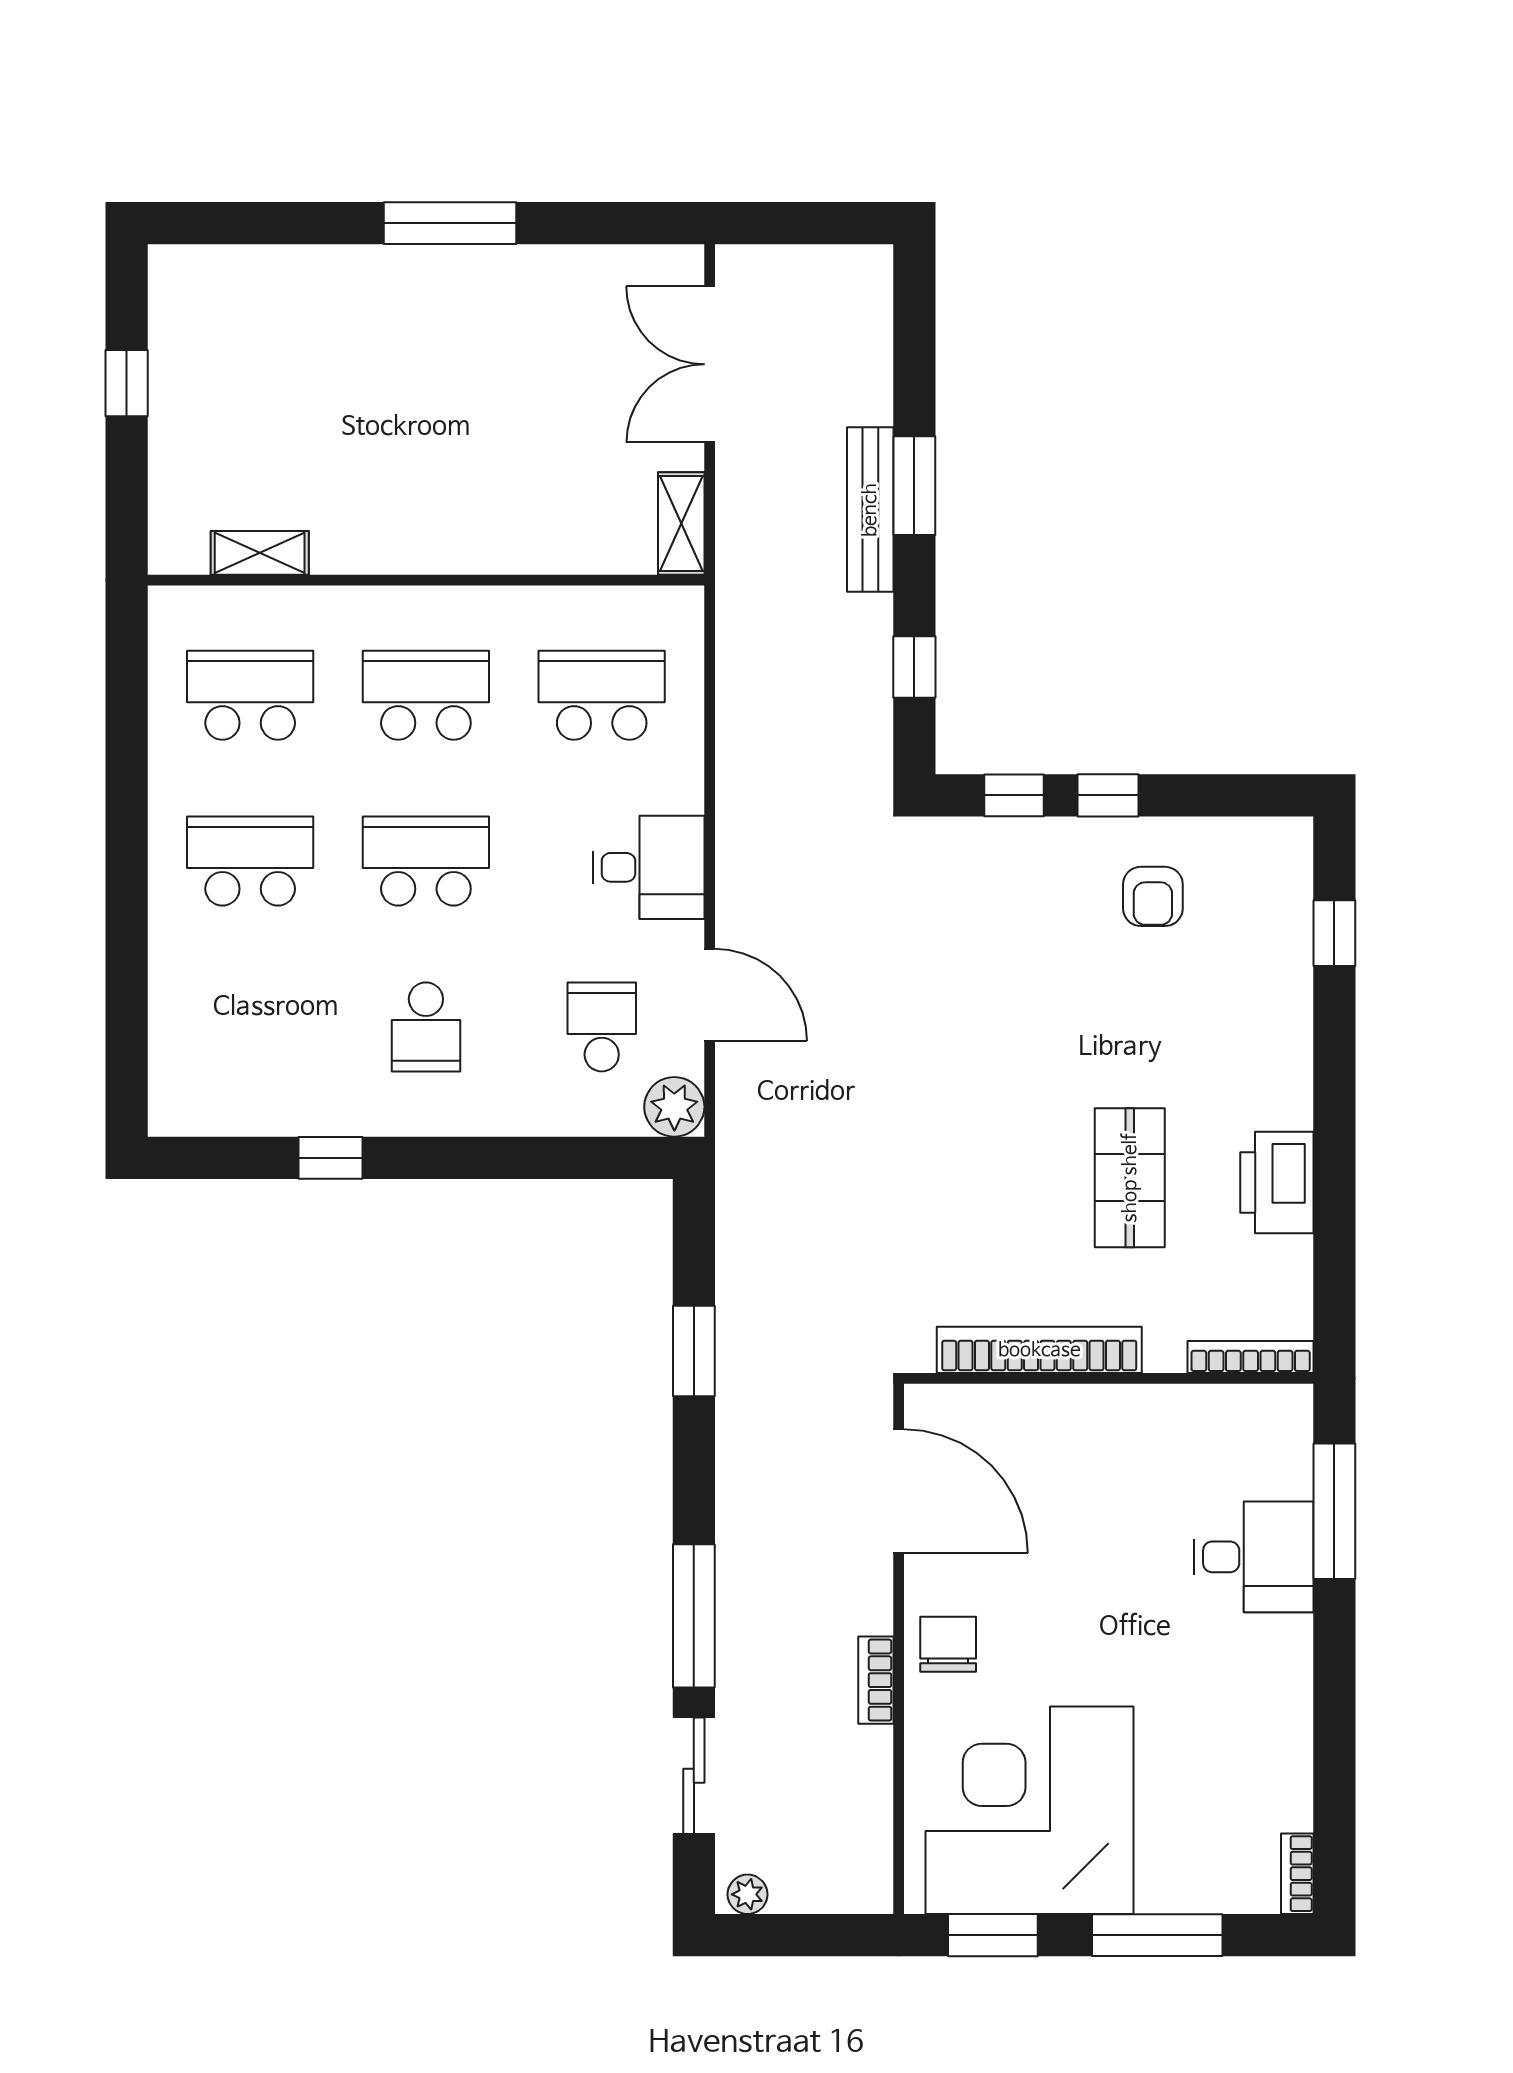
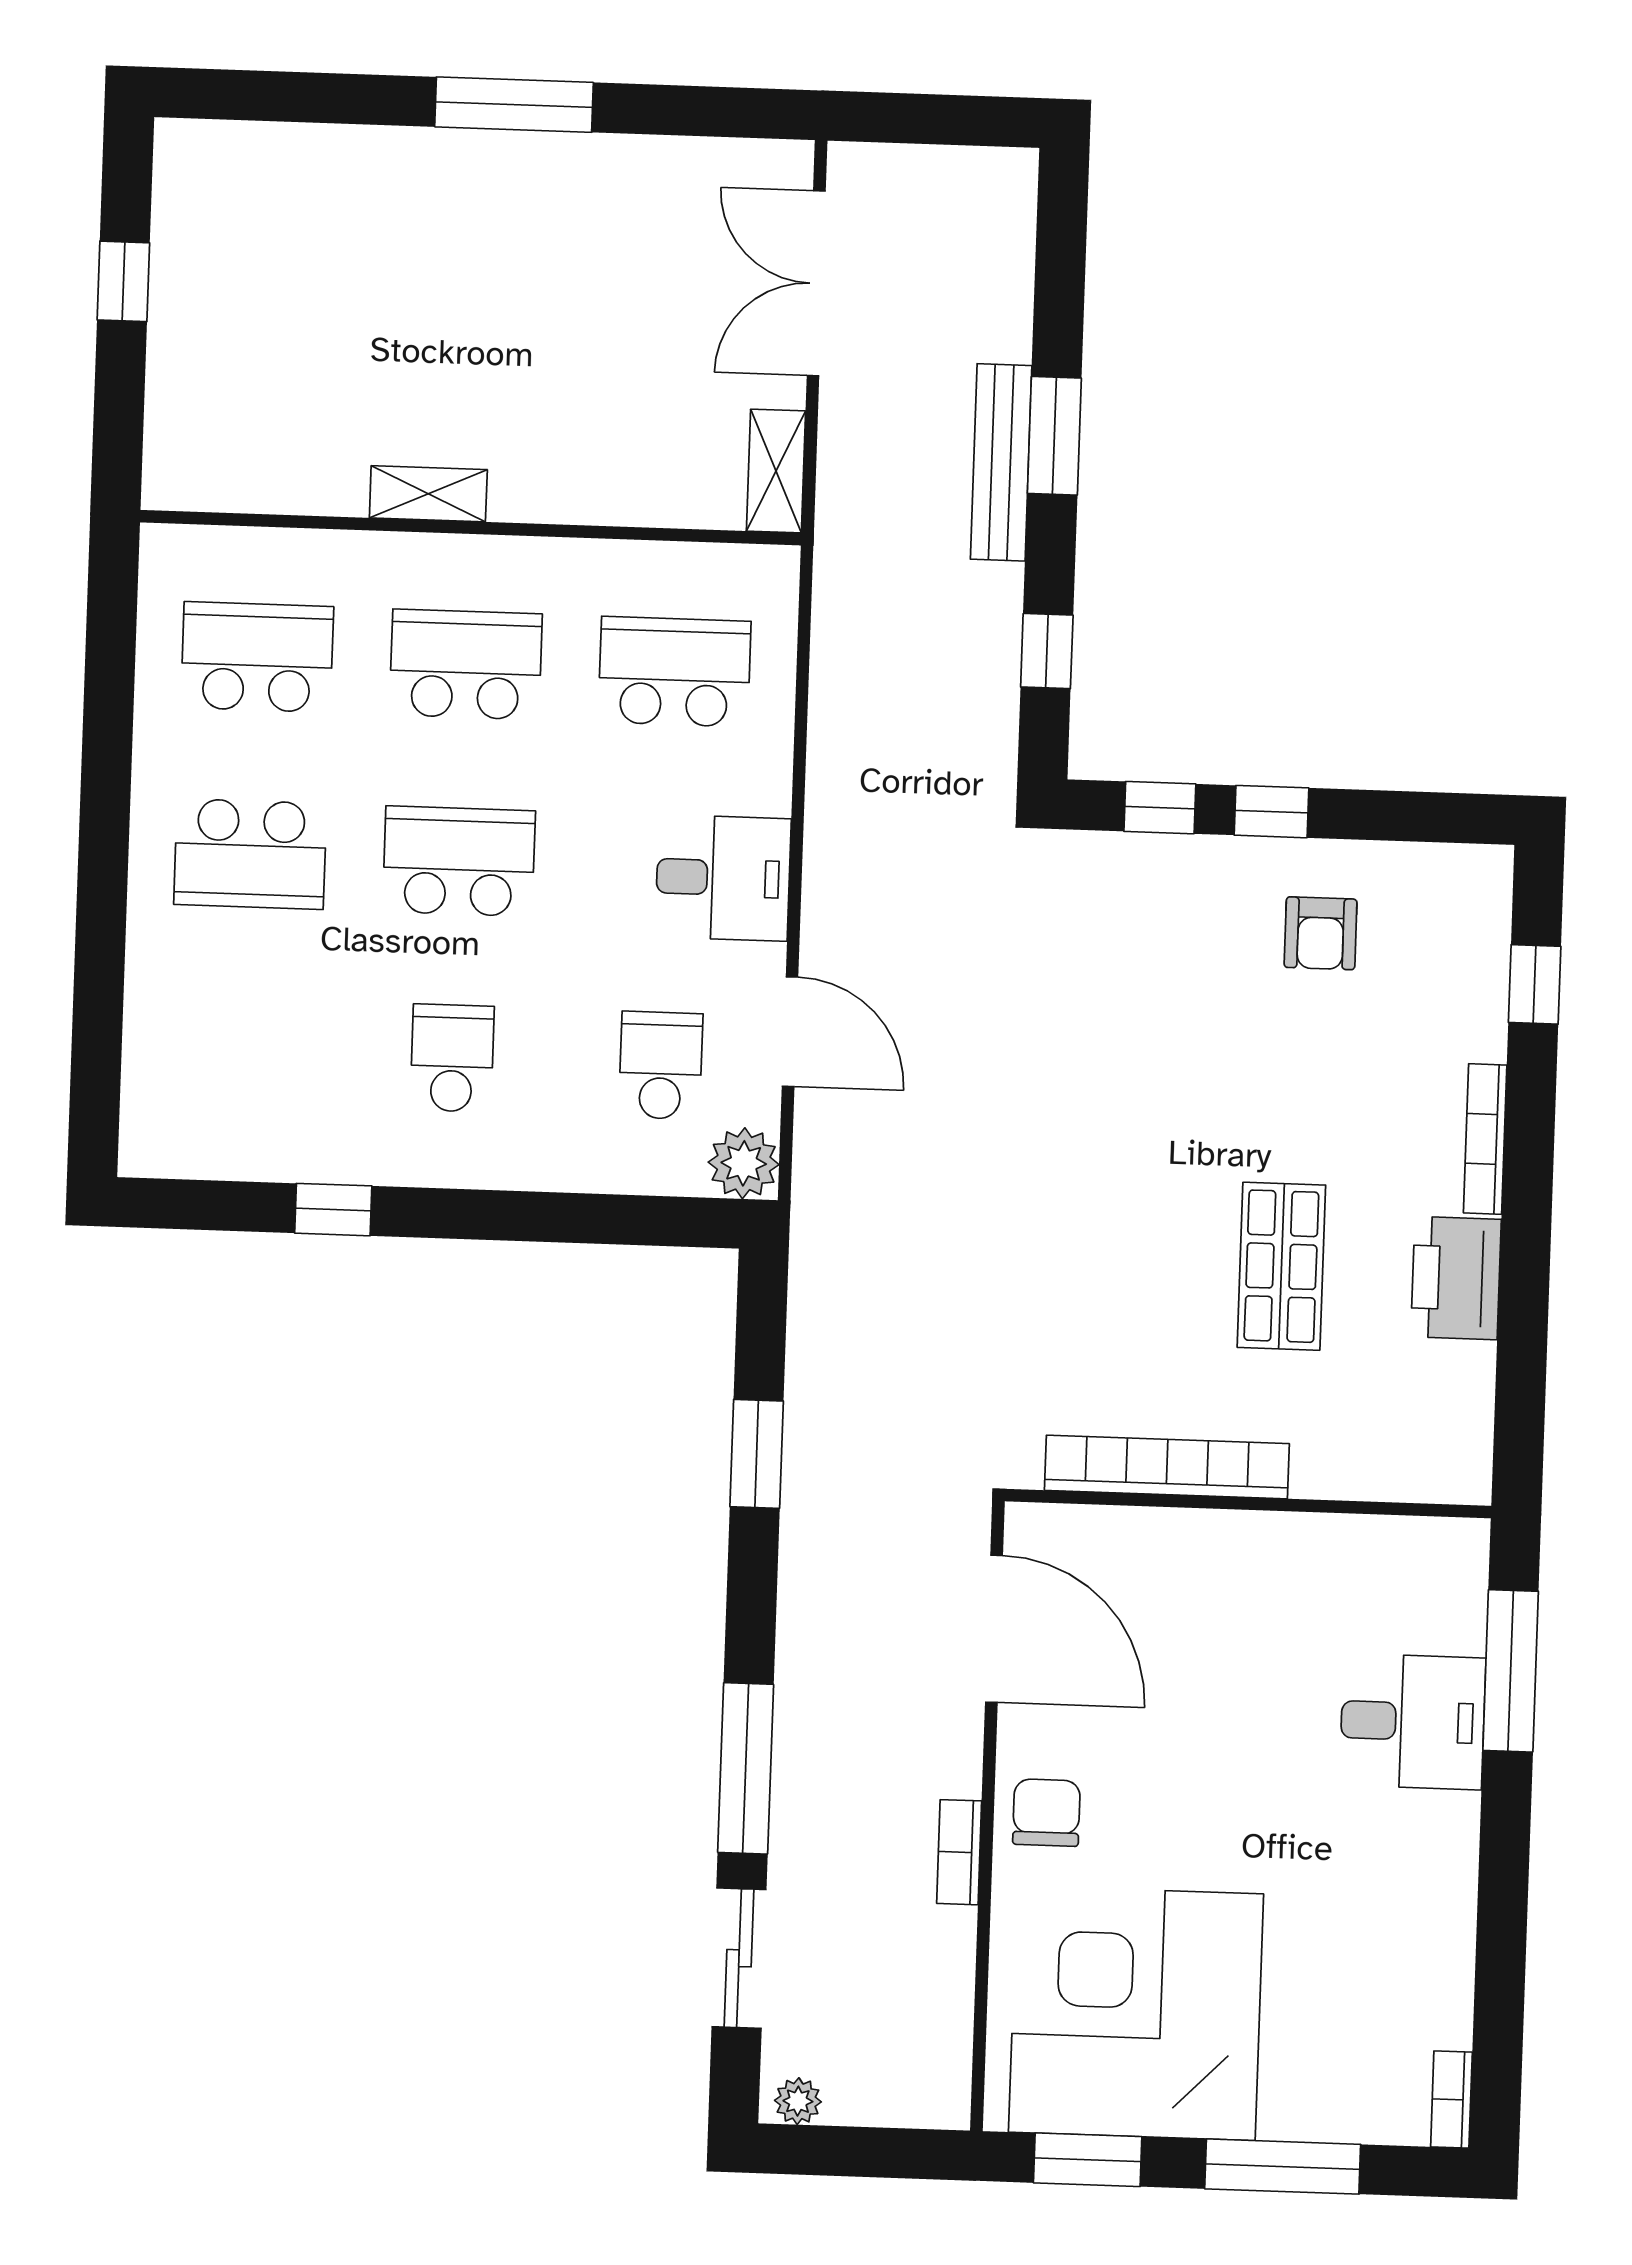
shelving: (260, 553) -> (428, 494), moved
school desk: (250, 861) -> (250, 854), turned 180
school desk: (426, 1027) -> (452, 1058), turned 180
bookcase: (1251, 1357) -> (1485, 1139), moved, turned -90

